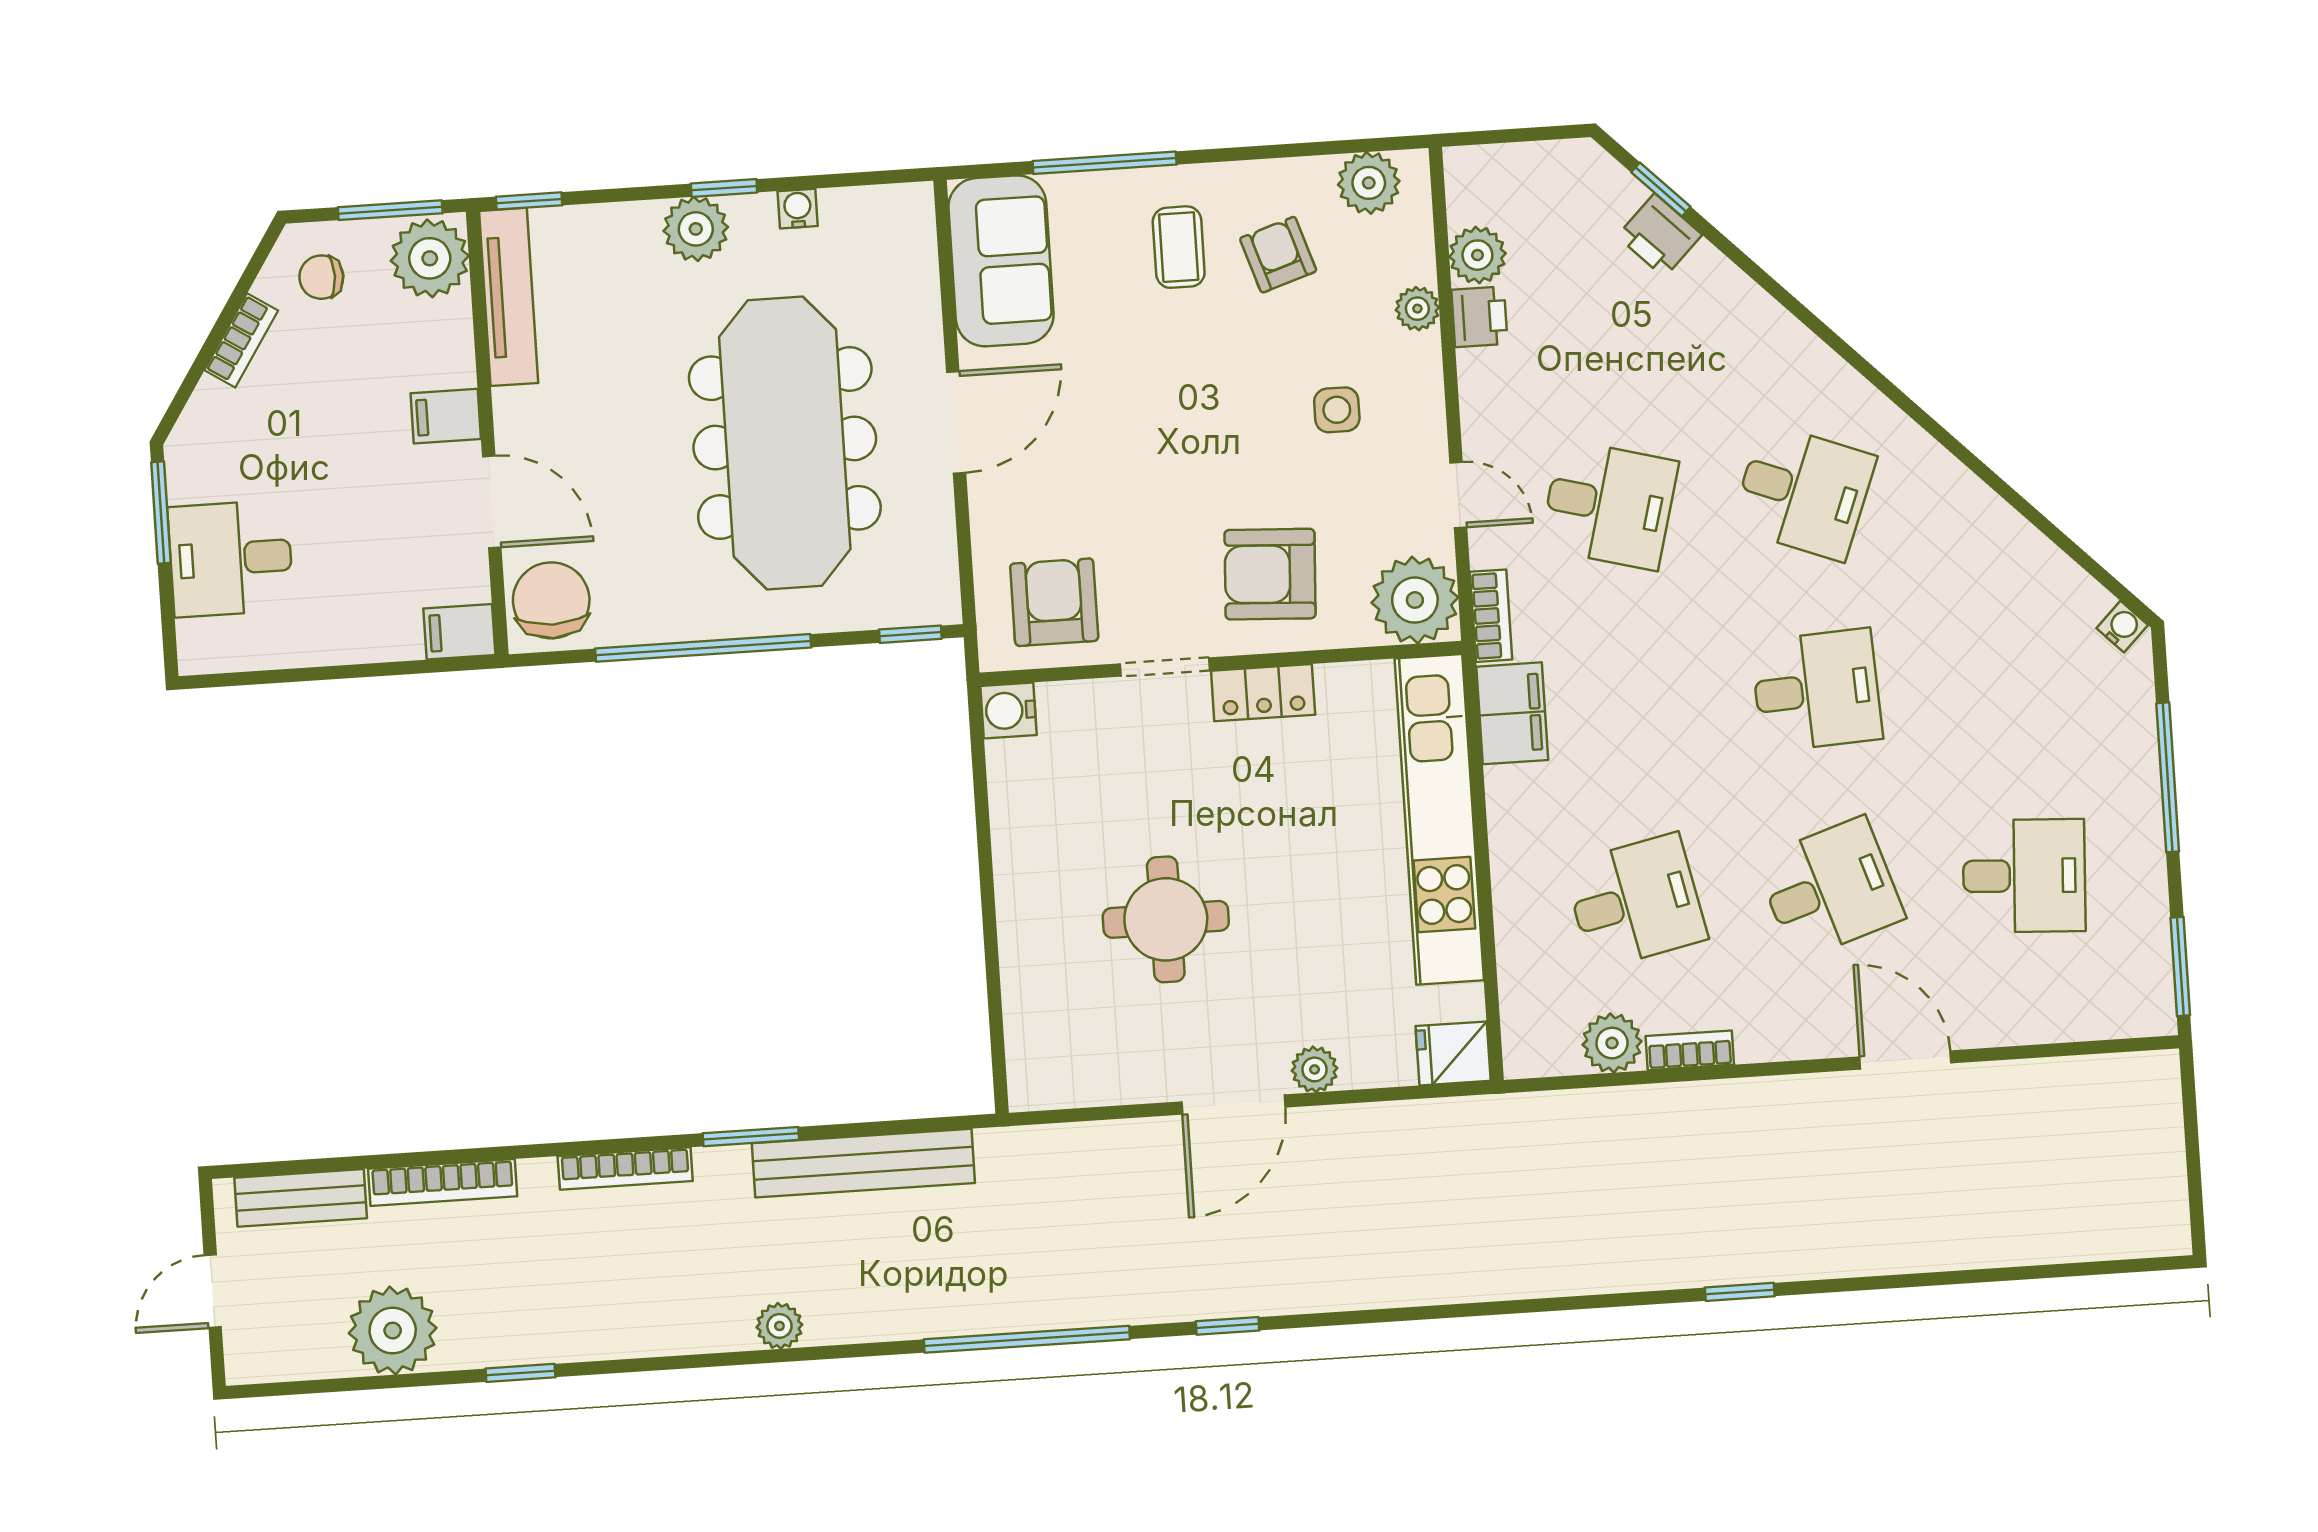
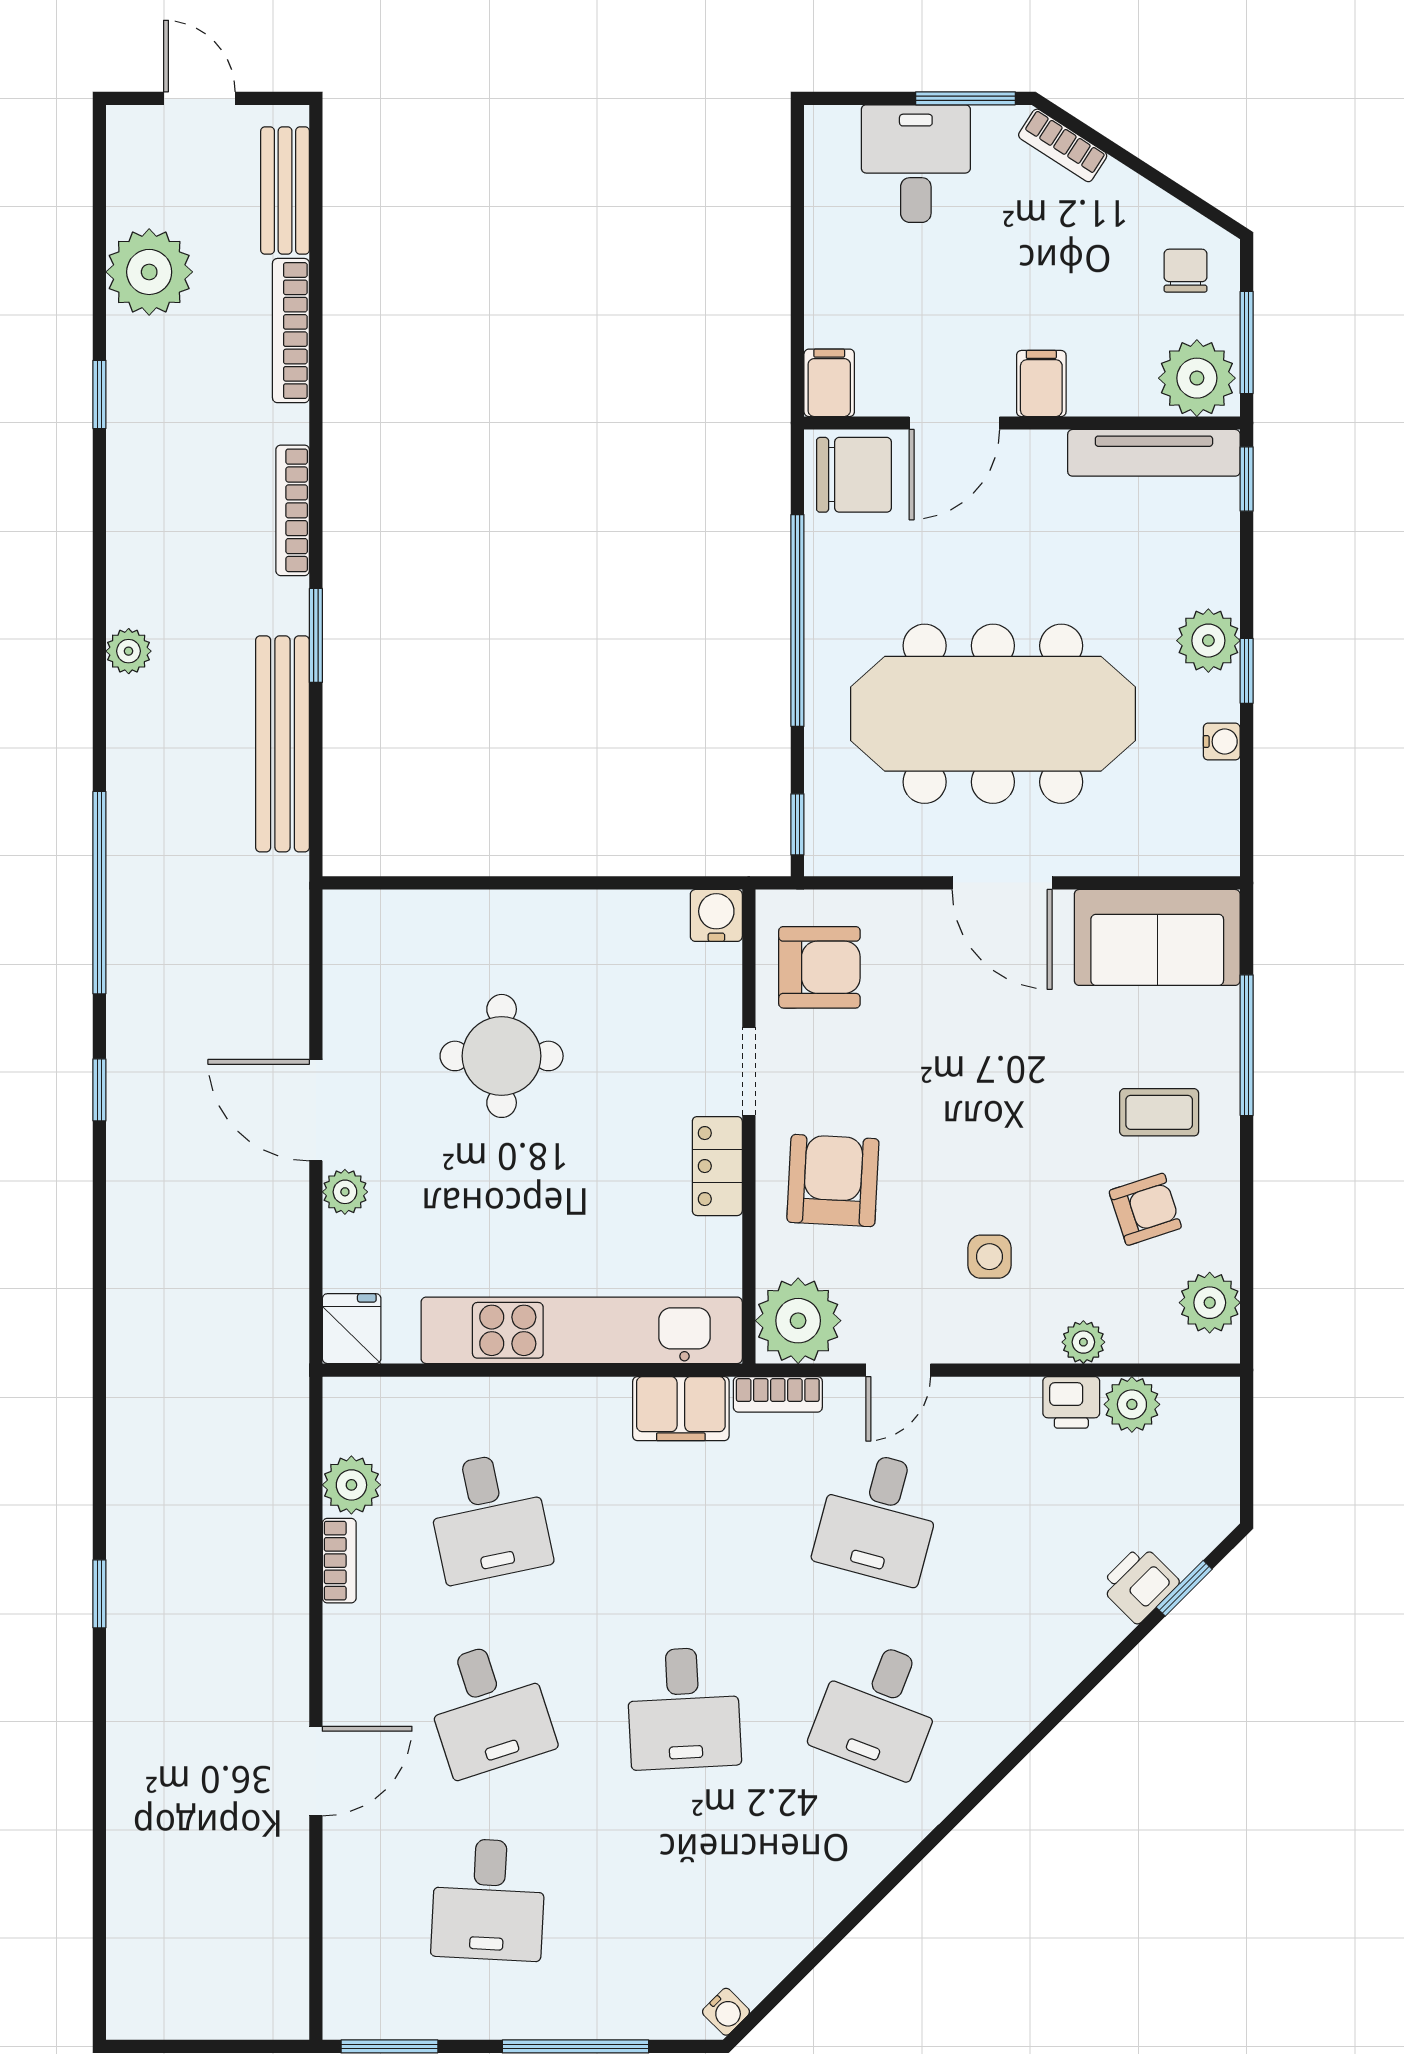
bookcase: (241, 340) -> (1063, 145), moved

